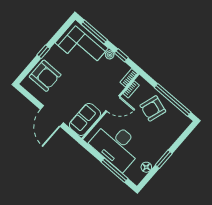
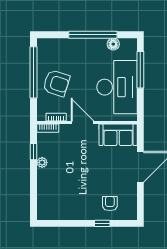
window: (94, 32) -> (34, 194), removed
corner sofa: (82, 45) -> (55, 194), removed
window: (43, 52) -> (102, 223), moved
armchair: (45, 76) -> (110, 203), width x0.53, depth x0.53
window: (164, 159) -> (93, 35), width x2.11

